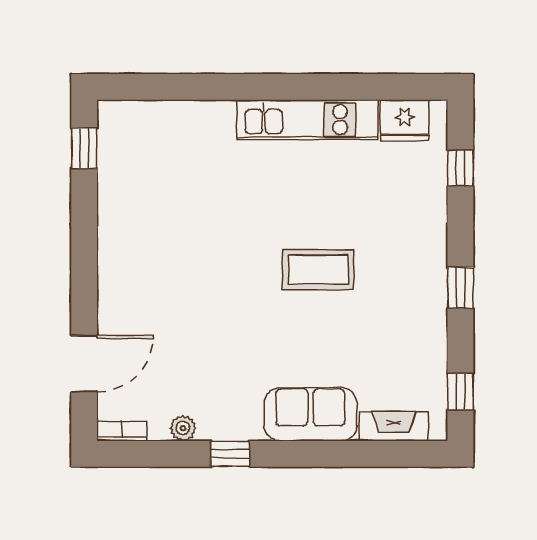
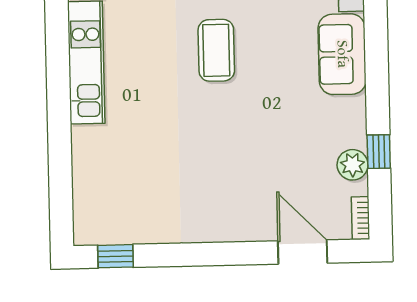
plant: (183, 428) -> (353, 165), width x1.38, depth x1.38
window: (230, 454) -> (379, 152), moved

